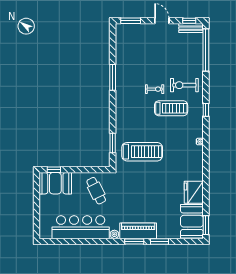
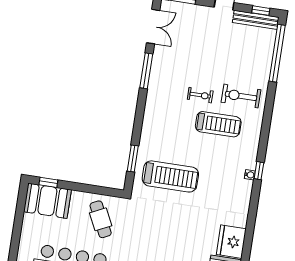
bench: (191, 28) -> (256, 20), width x1.36
double door: (113, 44) -> (153, 27), added
window: (206, 110) -> (259, 171), moved

